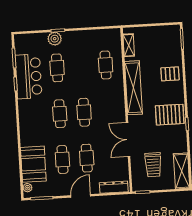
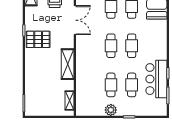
plant: (55, 39) -> (111, 110), moved
cafe table: (106, 65) -> (111, 85), moved
pallet: (170, 74) -> (36, 74), removed
shelving: (133, 88) -> (68, 64), width x0.68

